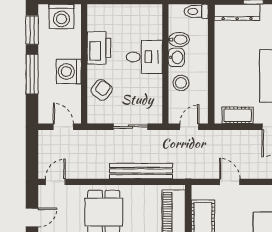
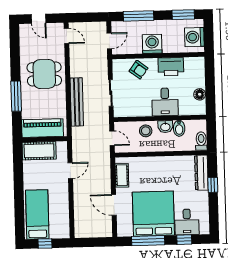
floor lamp: (136, 12) -> (200, 94), added
window: (32, 74) -> (139, 16), moved

